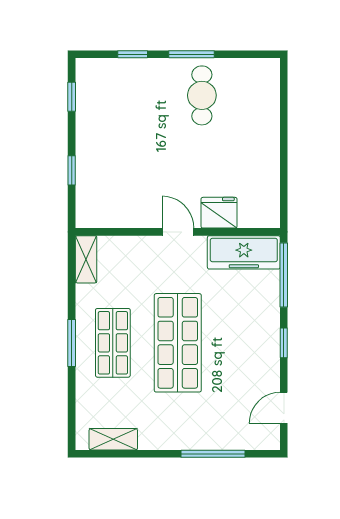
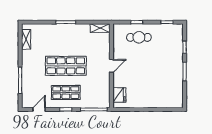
cafe table: (202, 95) -> (139, 37), moved
fridge: (219, 213) -> (119, 95), moved
freezer: (244, 252) -> (103, 93), removed
shop shelf: (113, 343) -> (66, 93), moved
door: (284, 408) -> (39, 109), hinge flipped

